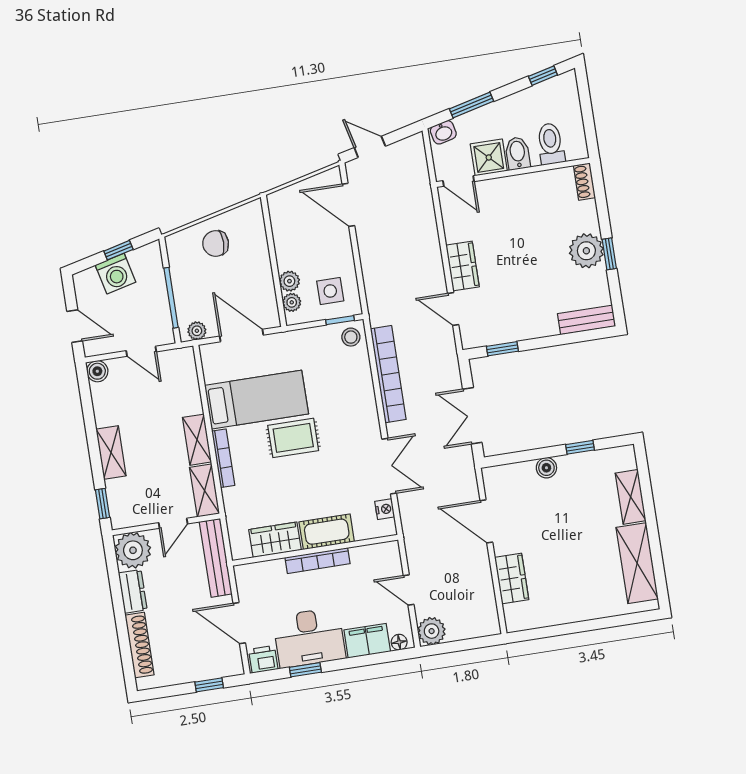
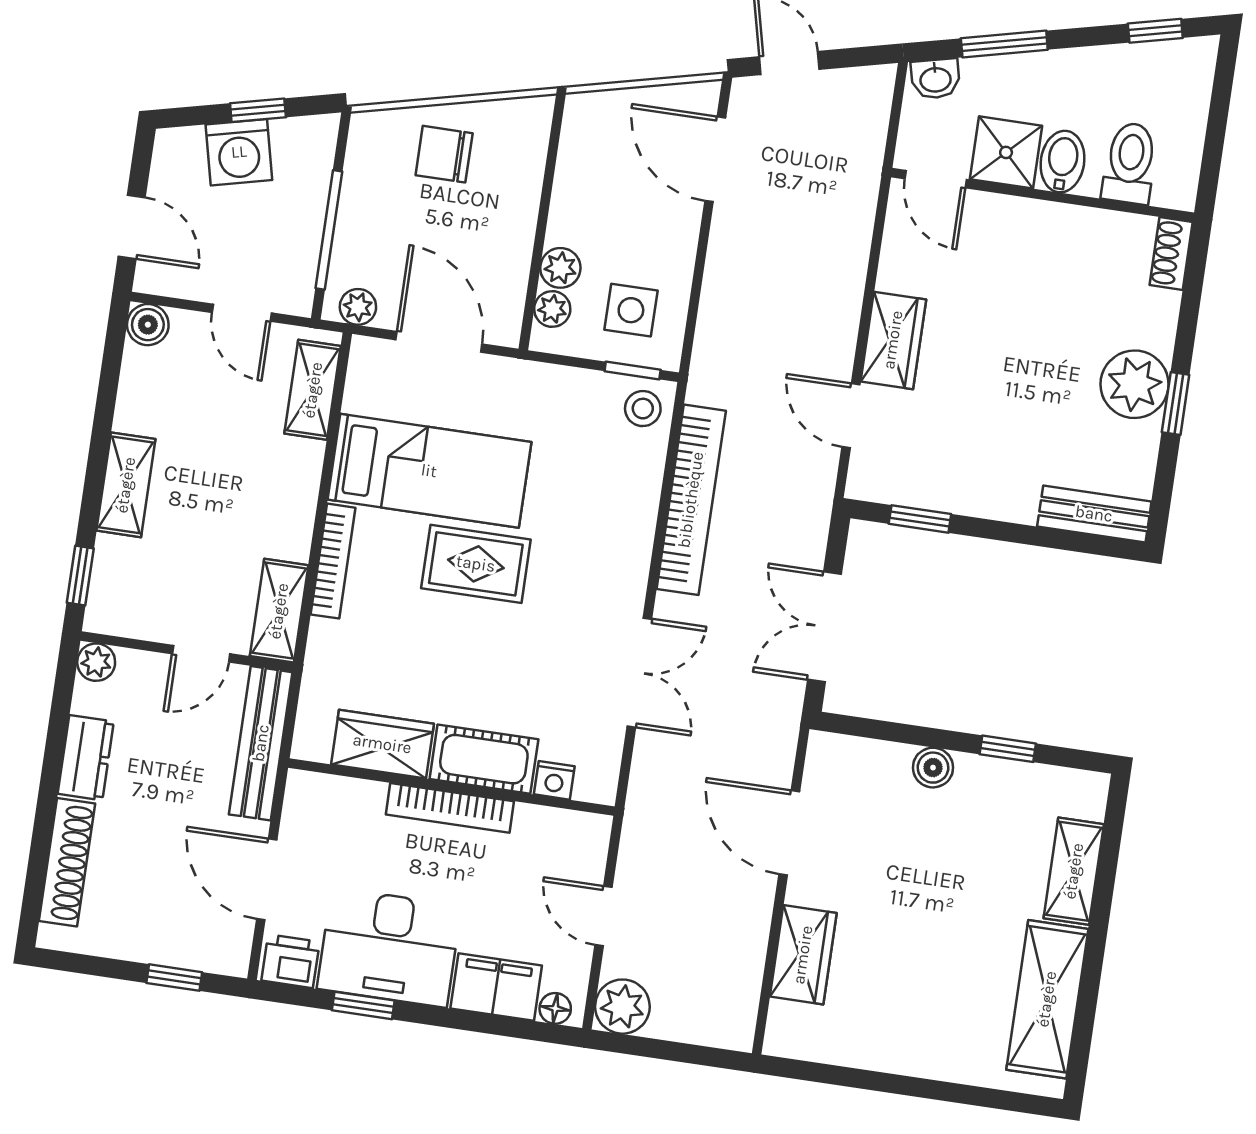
shelving: (197, 440) -> (313, 390), moved
nightstand: (385, 509) -> (554, 780), moved, turned 90
plant: (133, 550) -> (96, 662), width x0.53, depth x0.53

